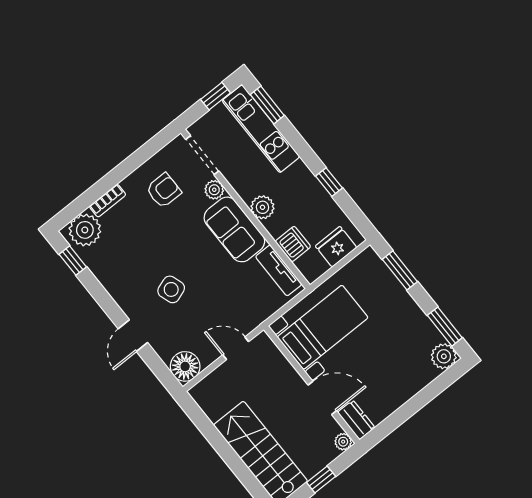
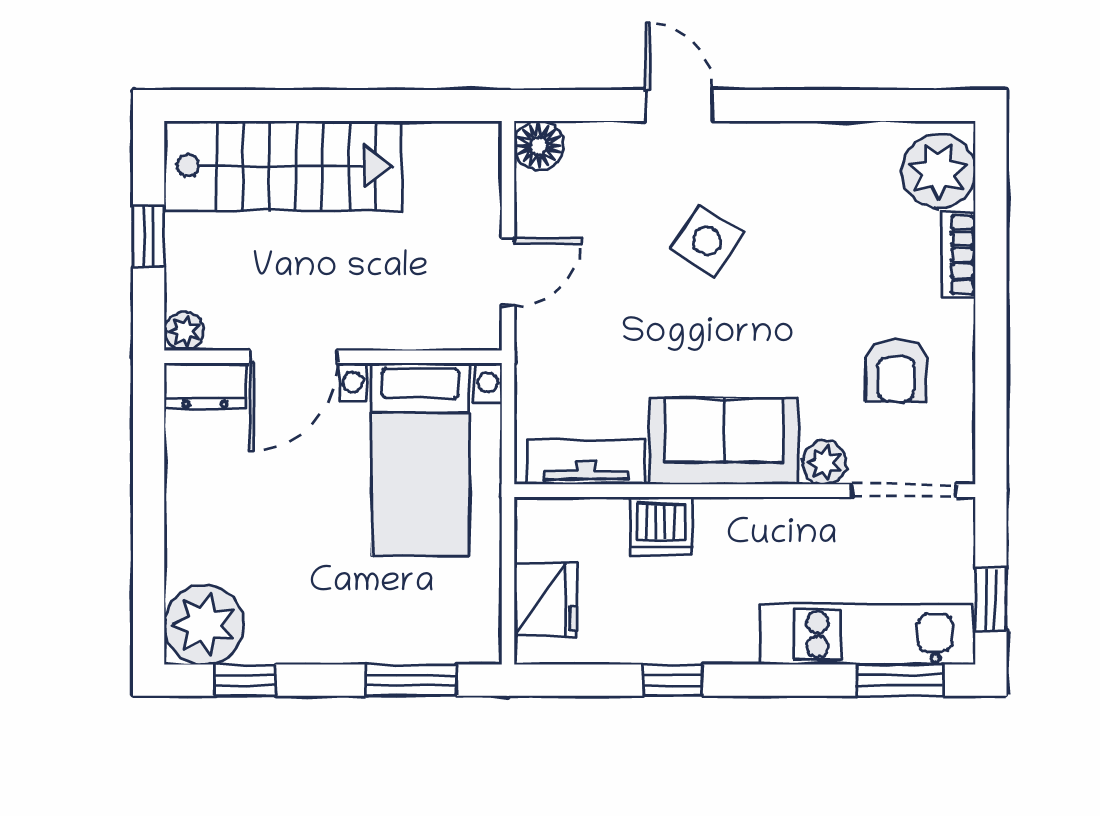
plant: (262, 207) -> (723, 524), removed
dishwasher: (293, 244) -> (661, 526), moved
window: (73, 261) -> (901, 105), removed
side table: (171, 289) -> (707, 241), turned -38
window: (445, 327) -> (245, 680), width x0.67
plant: (444, 356) -> (204, 625), width x1.36, depth x1.36
floor lamp: (185, 366) -> (539, 146), width x0.73, depth x0.73

